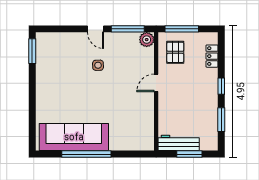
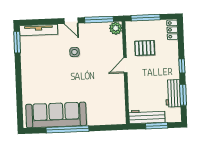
tv unit: (58, 38) -> (39, 30), added
pallet: (175, 52) -> (145, 48), moved, turned 90
locker: (212, 56) -> (172, 30), moved
workbench: (210, 117) -> (173, 93), added

